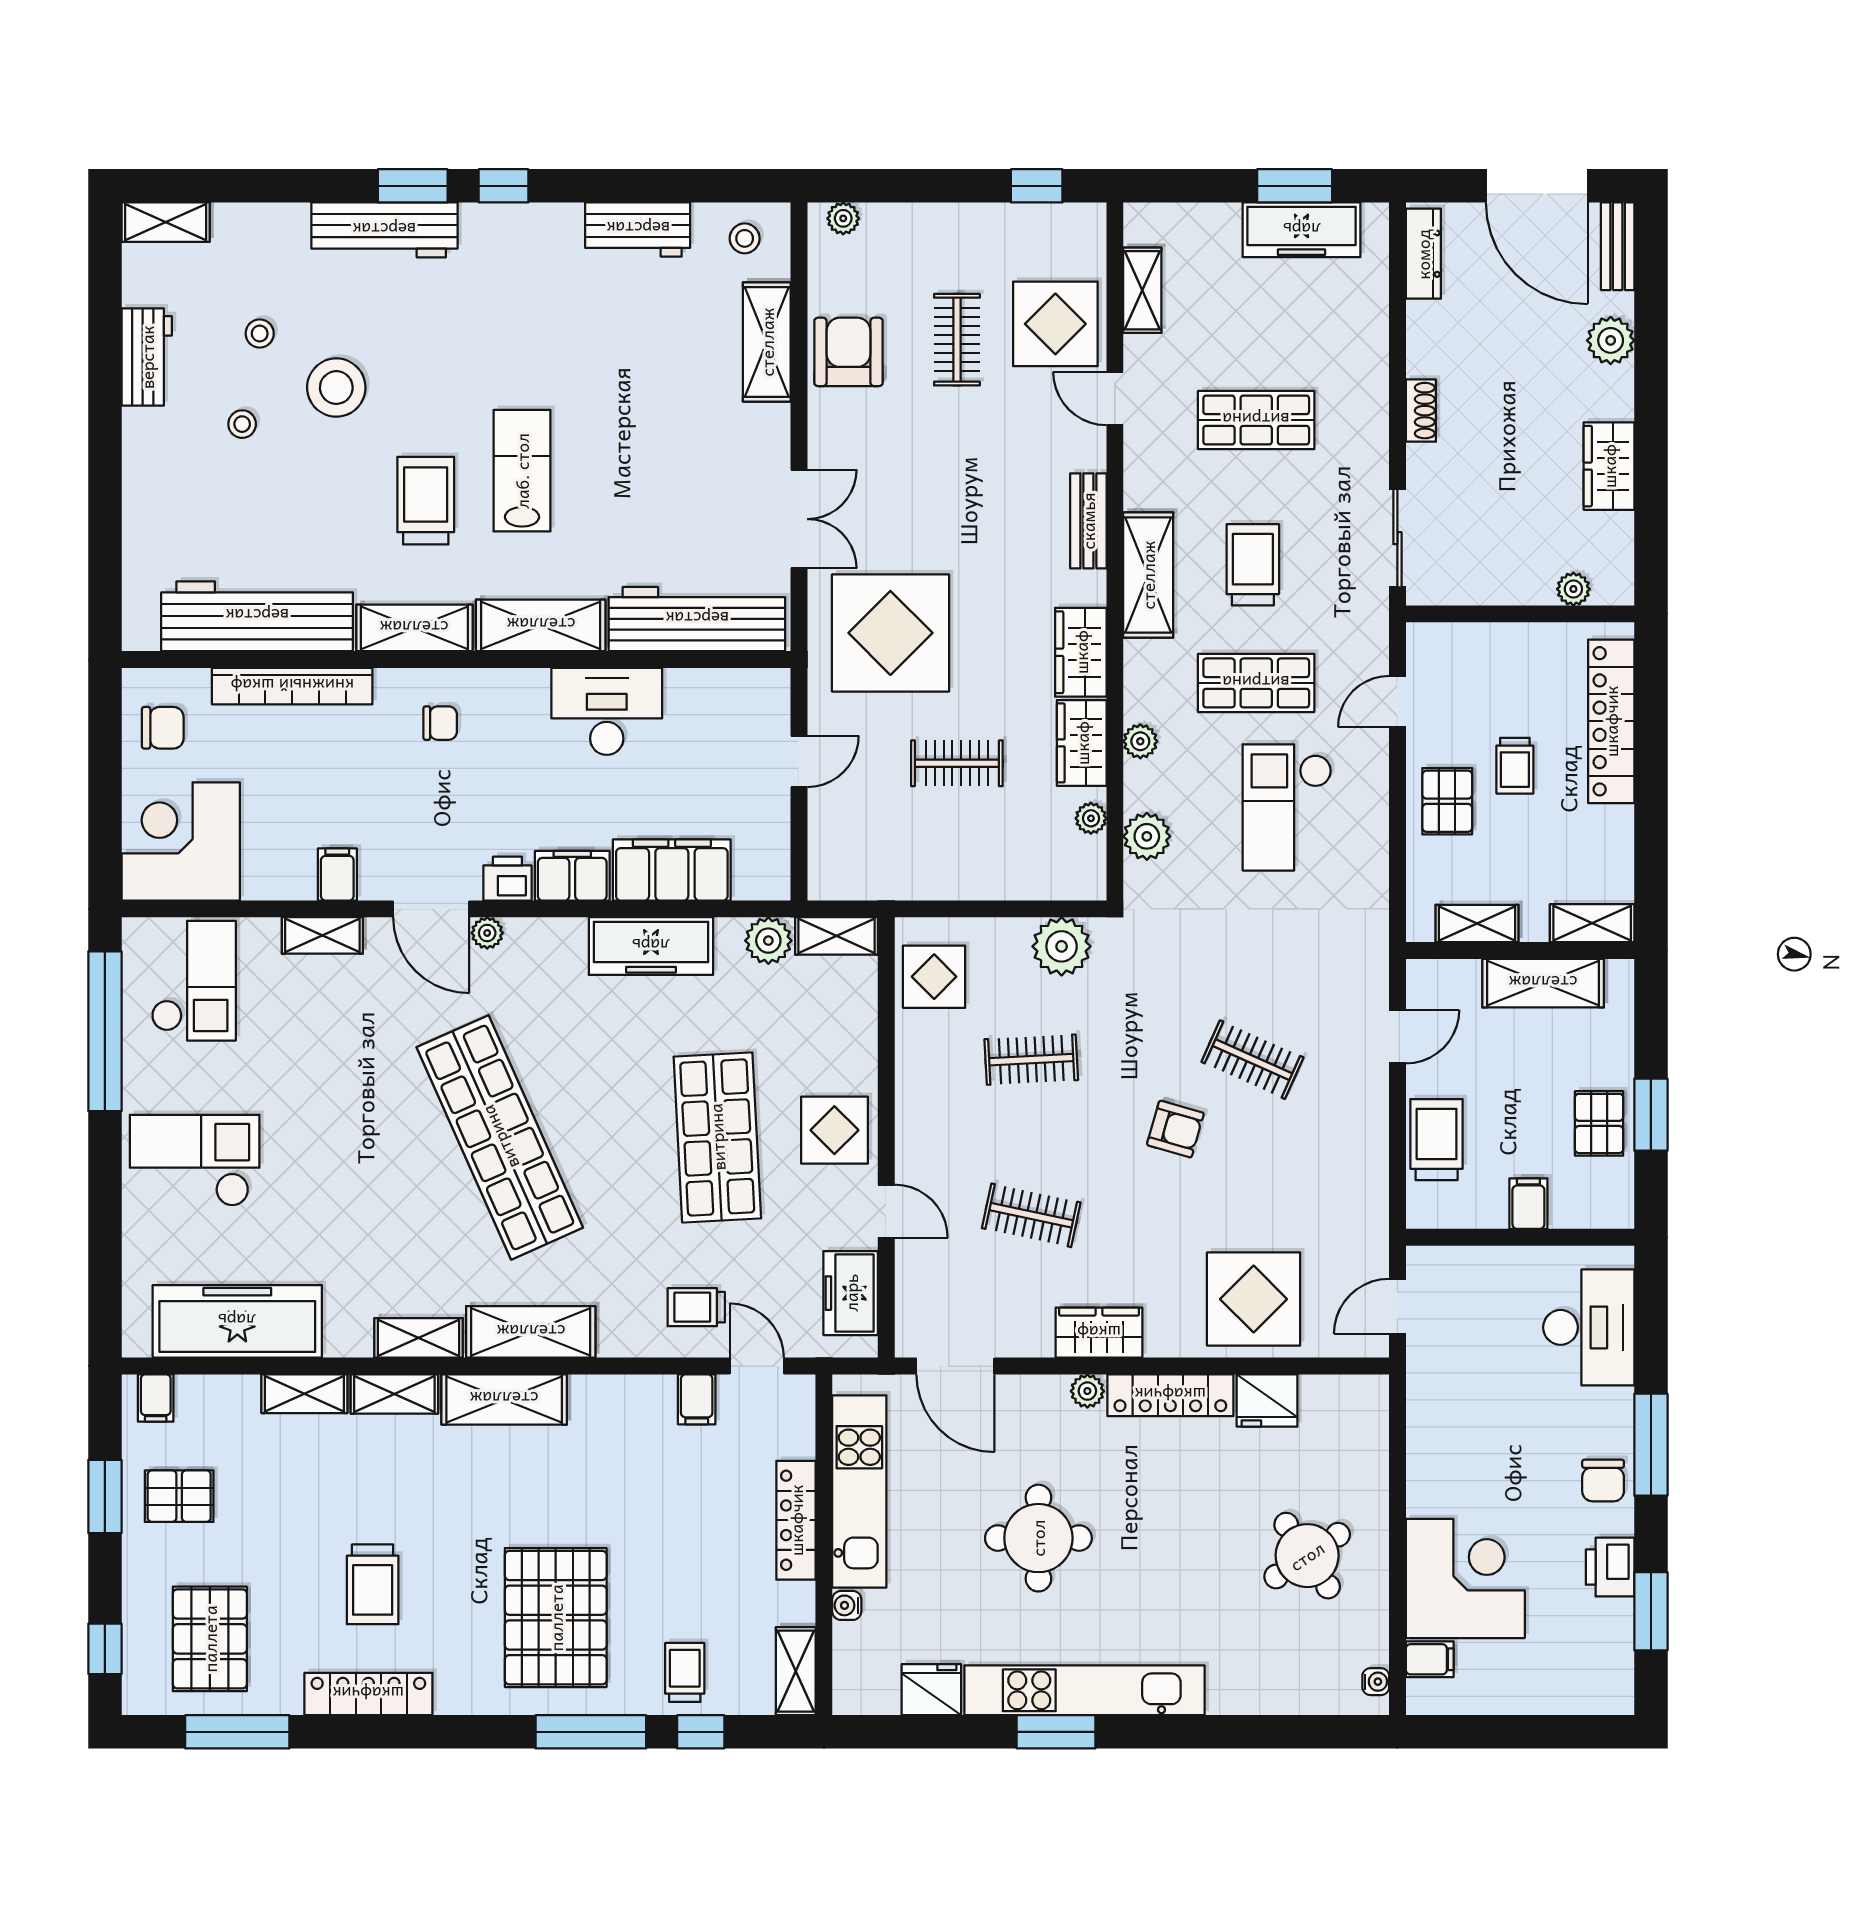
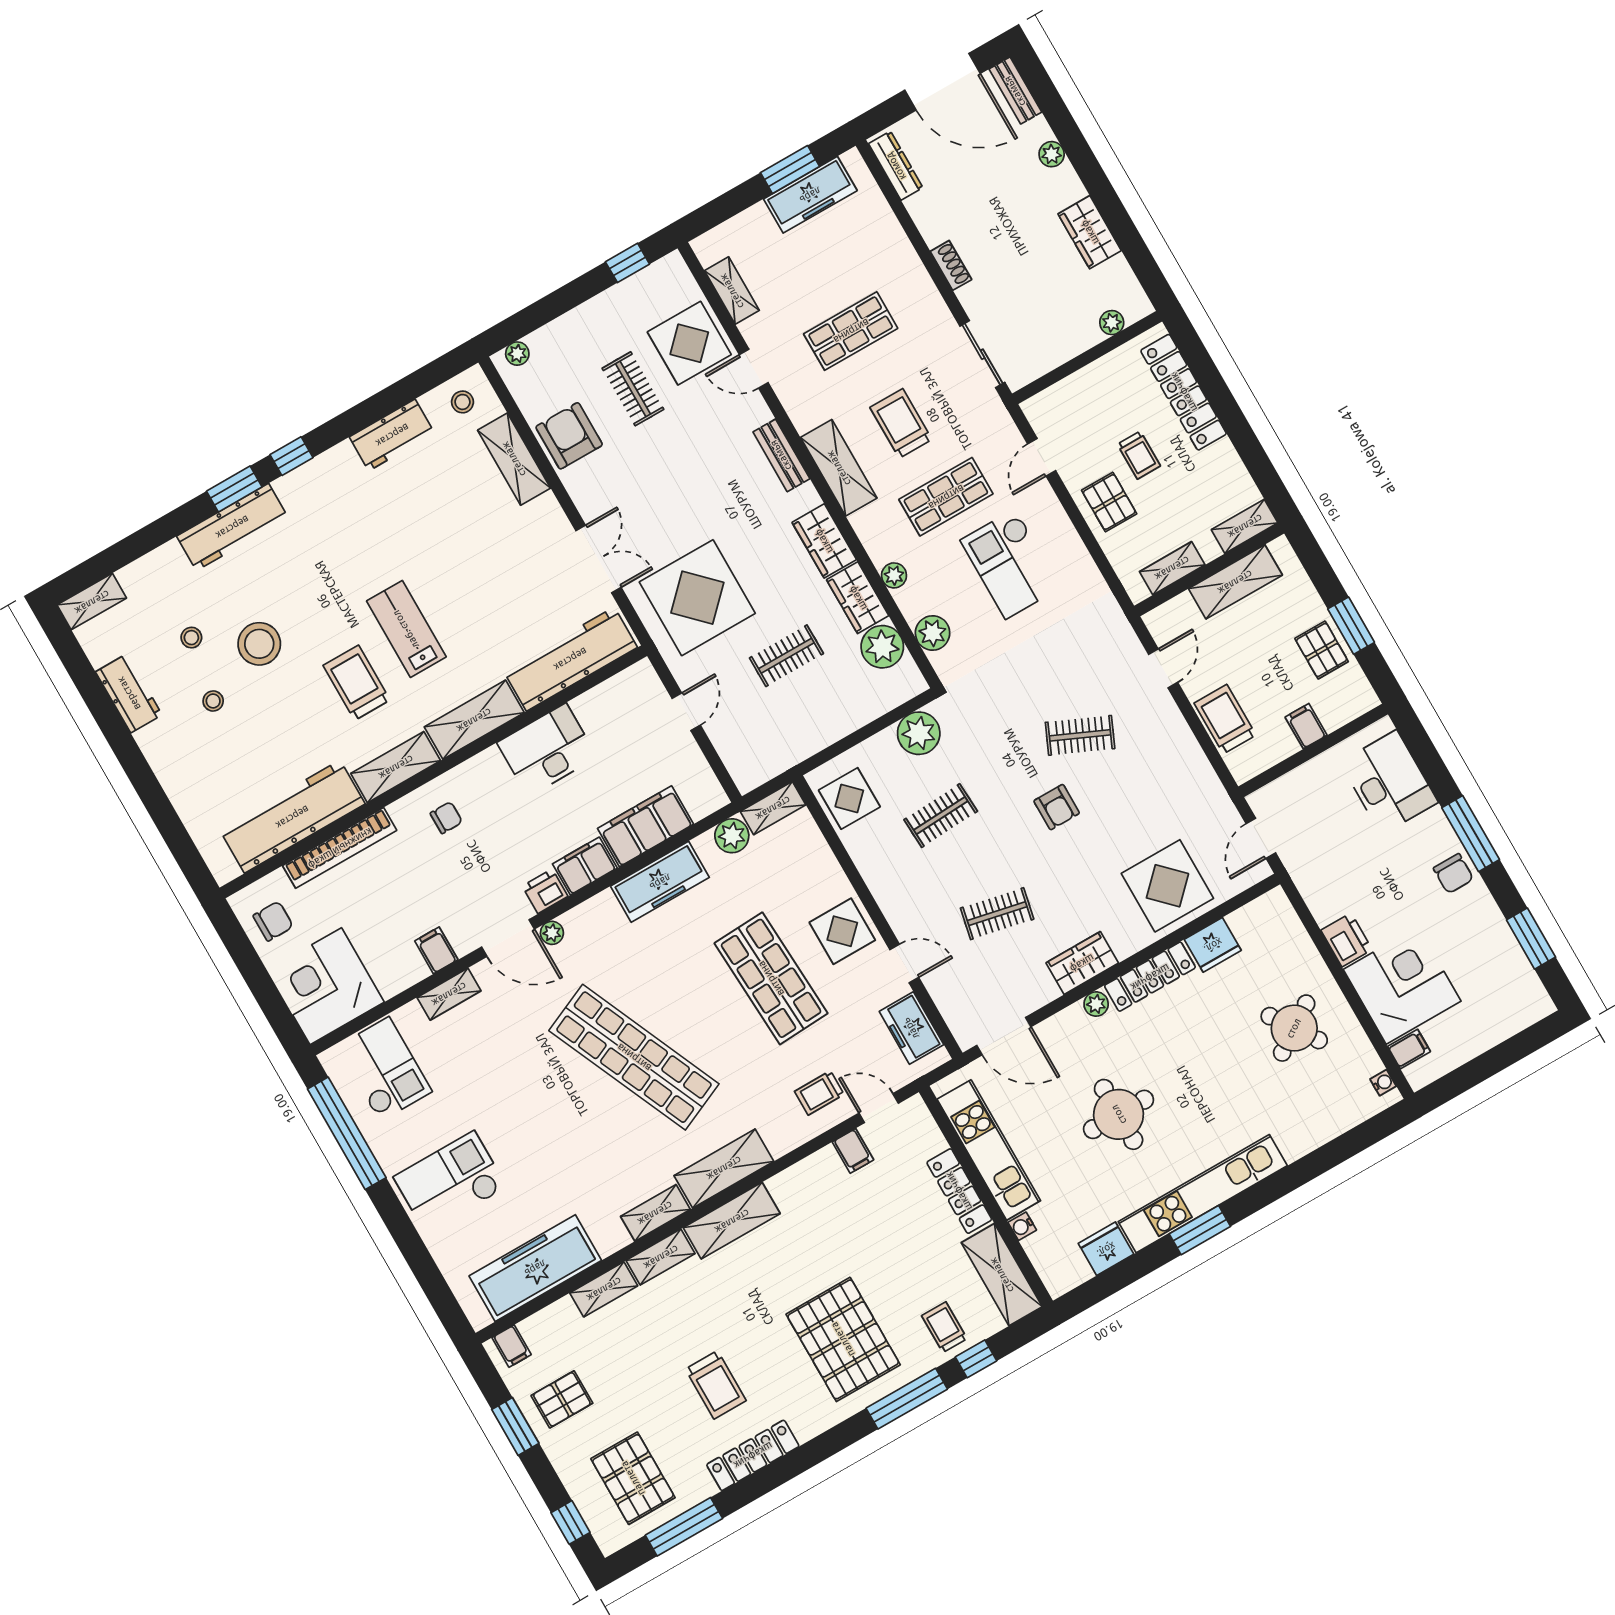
plant: (1611, 340) -> (1052, 154), width x0.73, depth x0.73
plant: (1091, 818) -> (882, 647), width x1.87, depth x1.87
armchair: (1175, 1129) -> (1057, 807), turned 74
printer: (1610, 1567) -> (1347, 940), moved, turned 180
shelving: (796, 1671) -> (1002, 1275), width x1.50, depth x1.33

